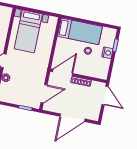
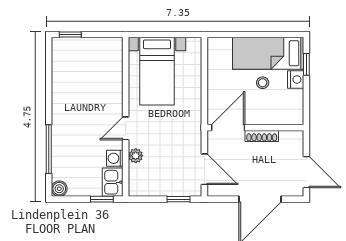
bed: (80, 31) -> (268, 53), moved, turned 180
door: (44, 94) -> (204, 169), hinge flipped
door: (105, 96) -> (306, 172), moved

